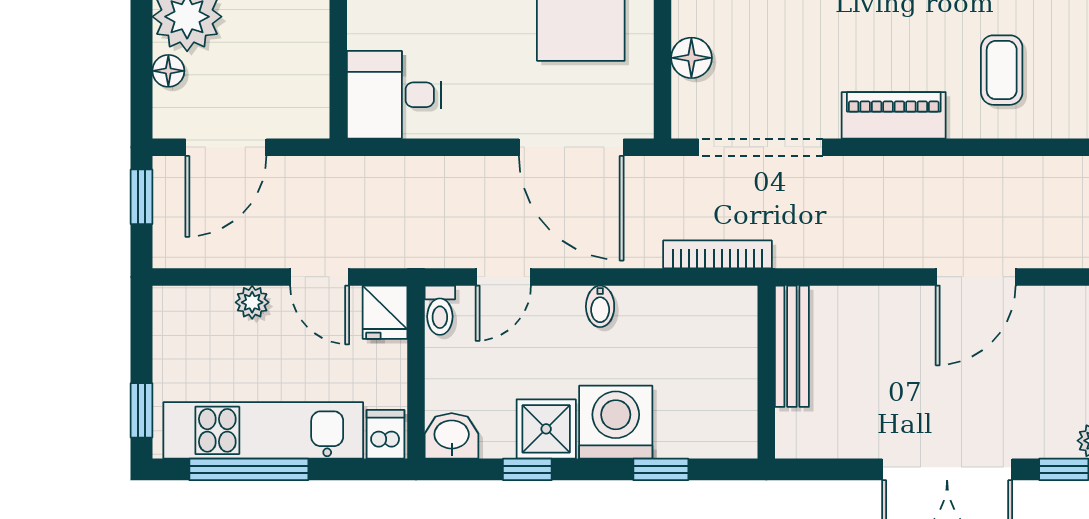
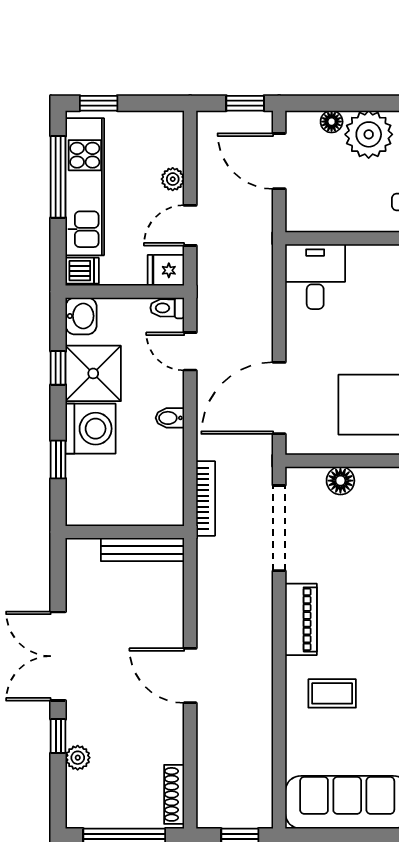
shower: (546, 429) -> (93, 373), width x1.36, depth x1.36

